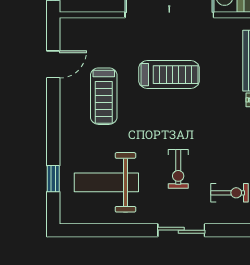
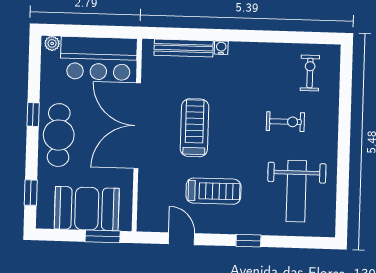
window: (53, 179) -> (248, 241), moved
sliding door: (181, 230) -> (344, 120), removed

